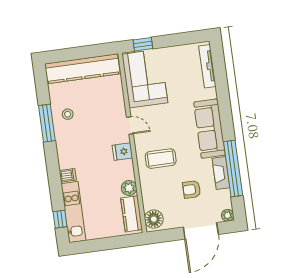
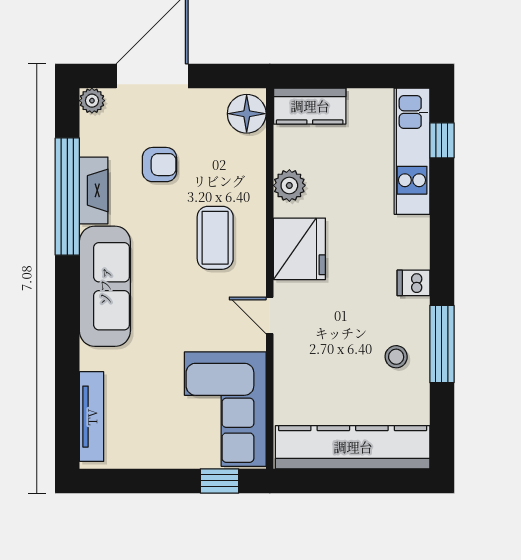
fridge: (122, 152) -> (299, 249), width x1.88, depth x1.34
coffee table: (161, 159) -> (215, 238), turned 90
dishwasher: (68, 175) -> (413, 283), moved
kitchen counter: (132, 214) -> (310, 106), moved, turned 90

